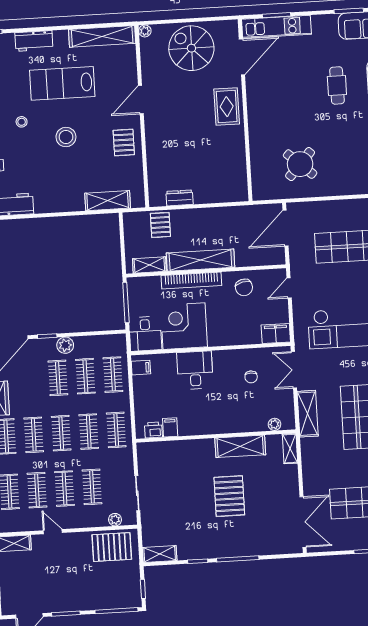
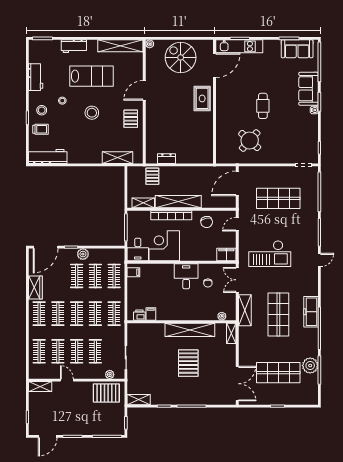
lab bench: (62, 83) -> (91, 76), turned 180
cafe table: (337, 85) -> (263, 106), moved
desk: (195, 370) -> (186, 276), moved
shelving: (240, 446) -> (190, 330), width x1.47

